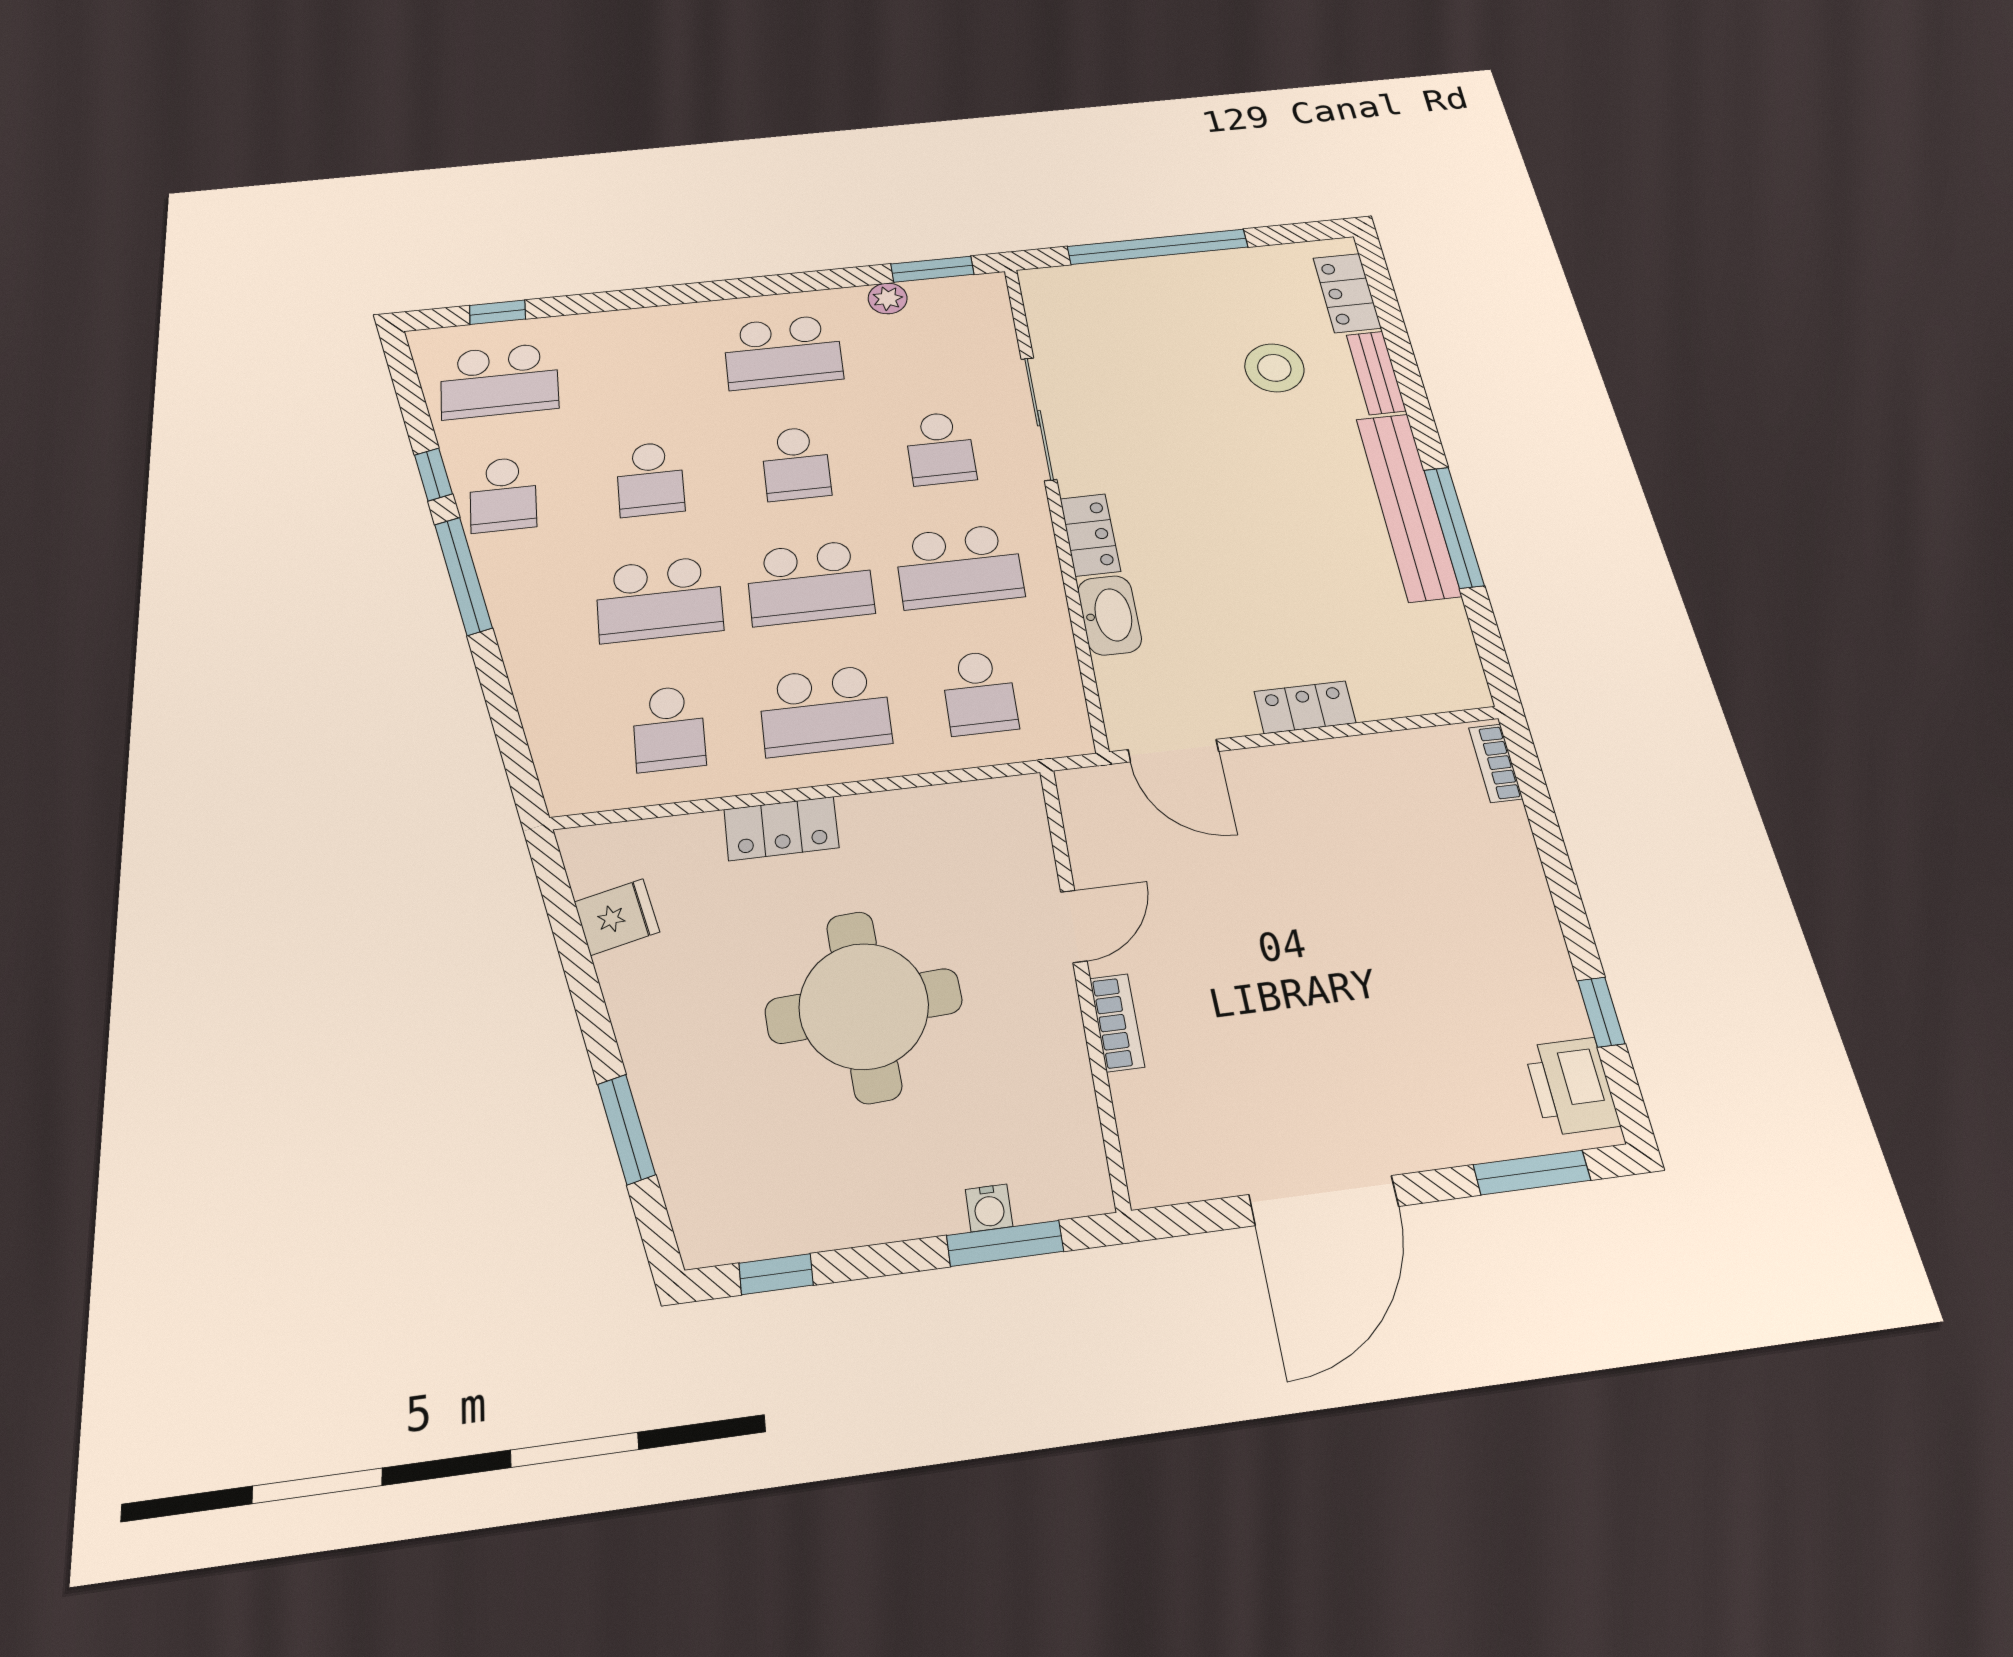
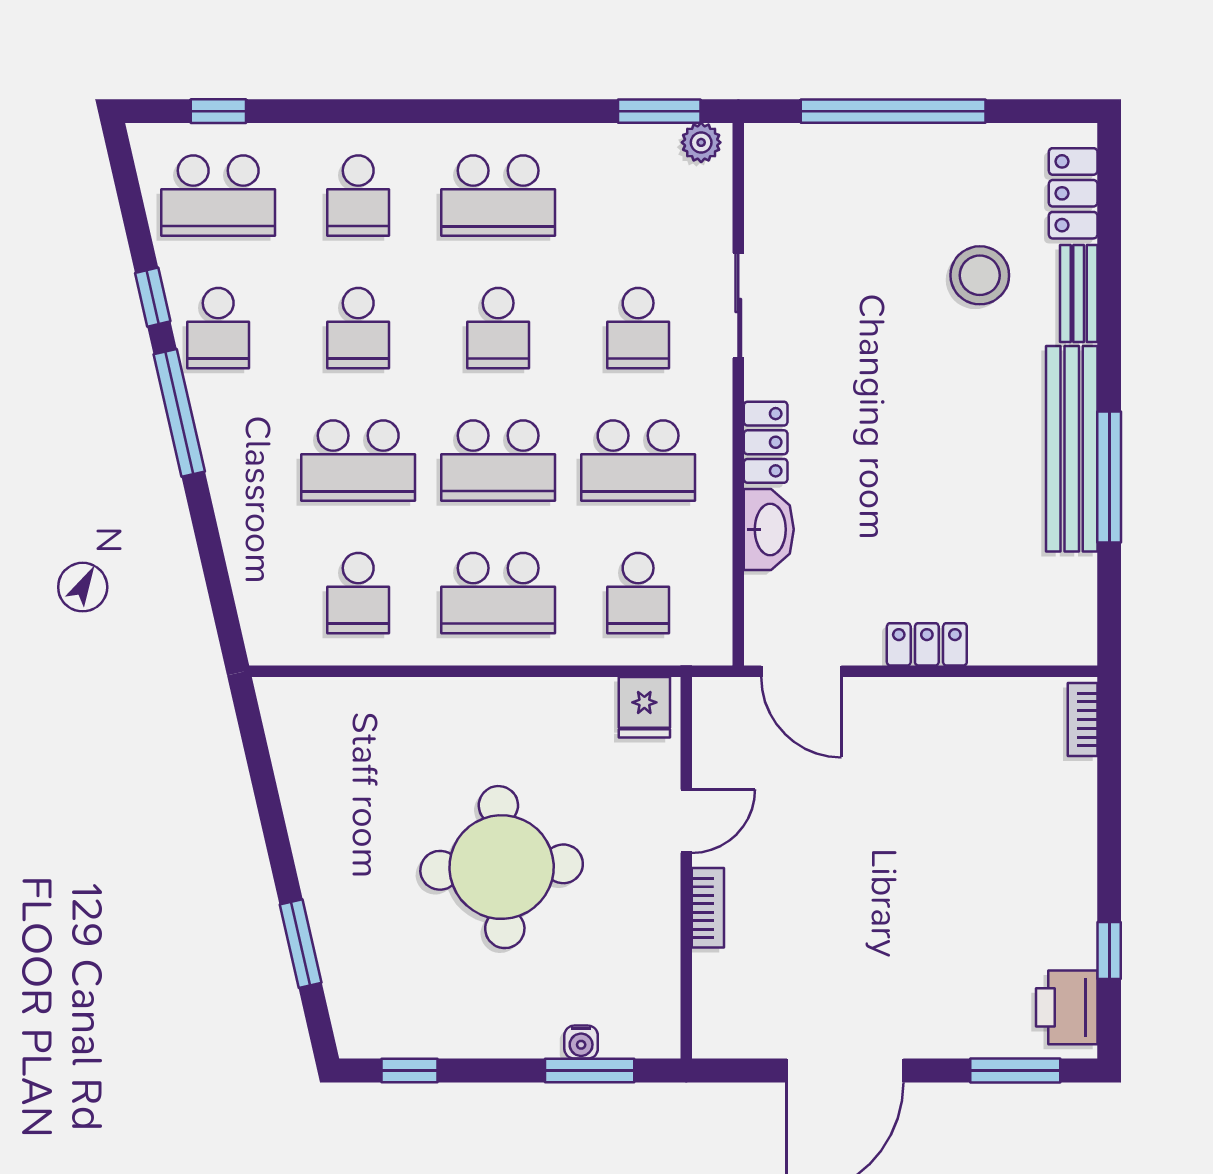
plant: (888, 298) -> (701, 142), moved
school desk: (642, 366) -> (358, 196), added
sliding door: (1039, 418) -> (738, 306), width x0.73
locker: (781, 829) -> (449, 701), removed
fridge: (617, 917) -> (644, 707), moved, turned 103

